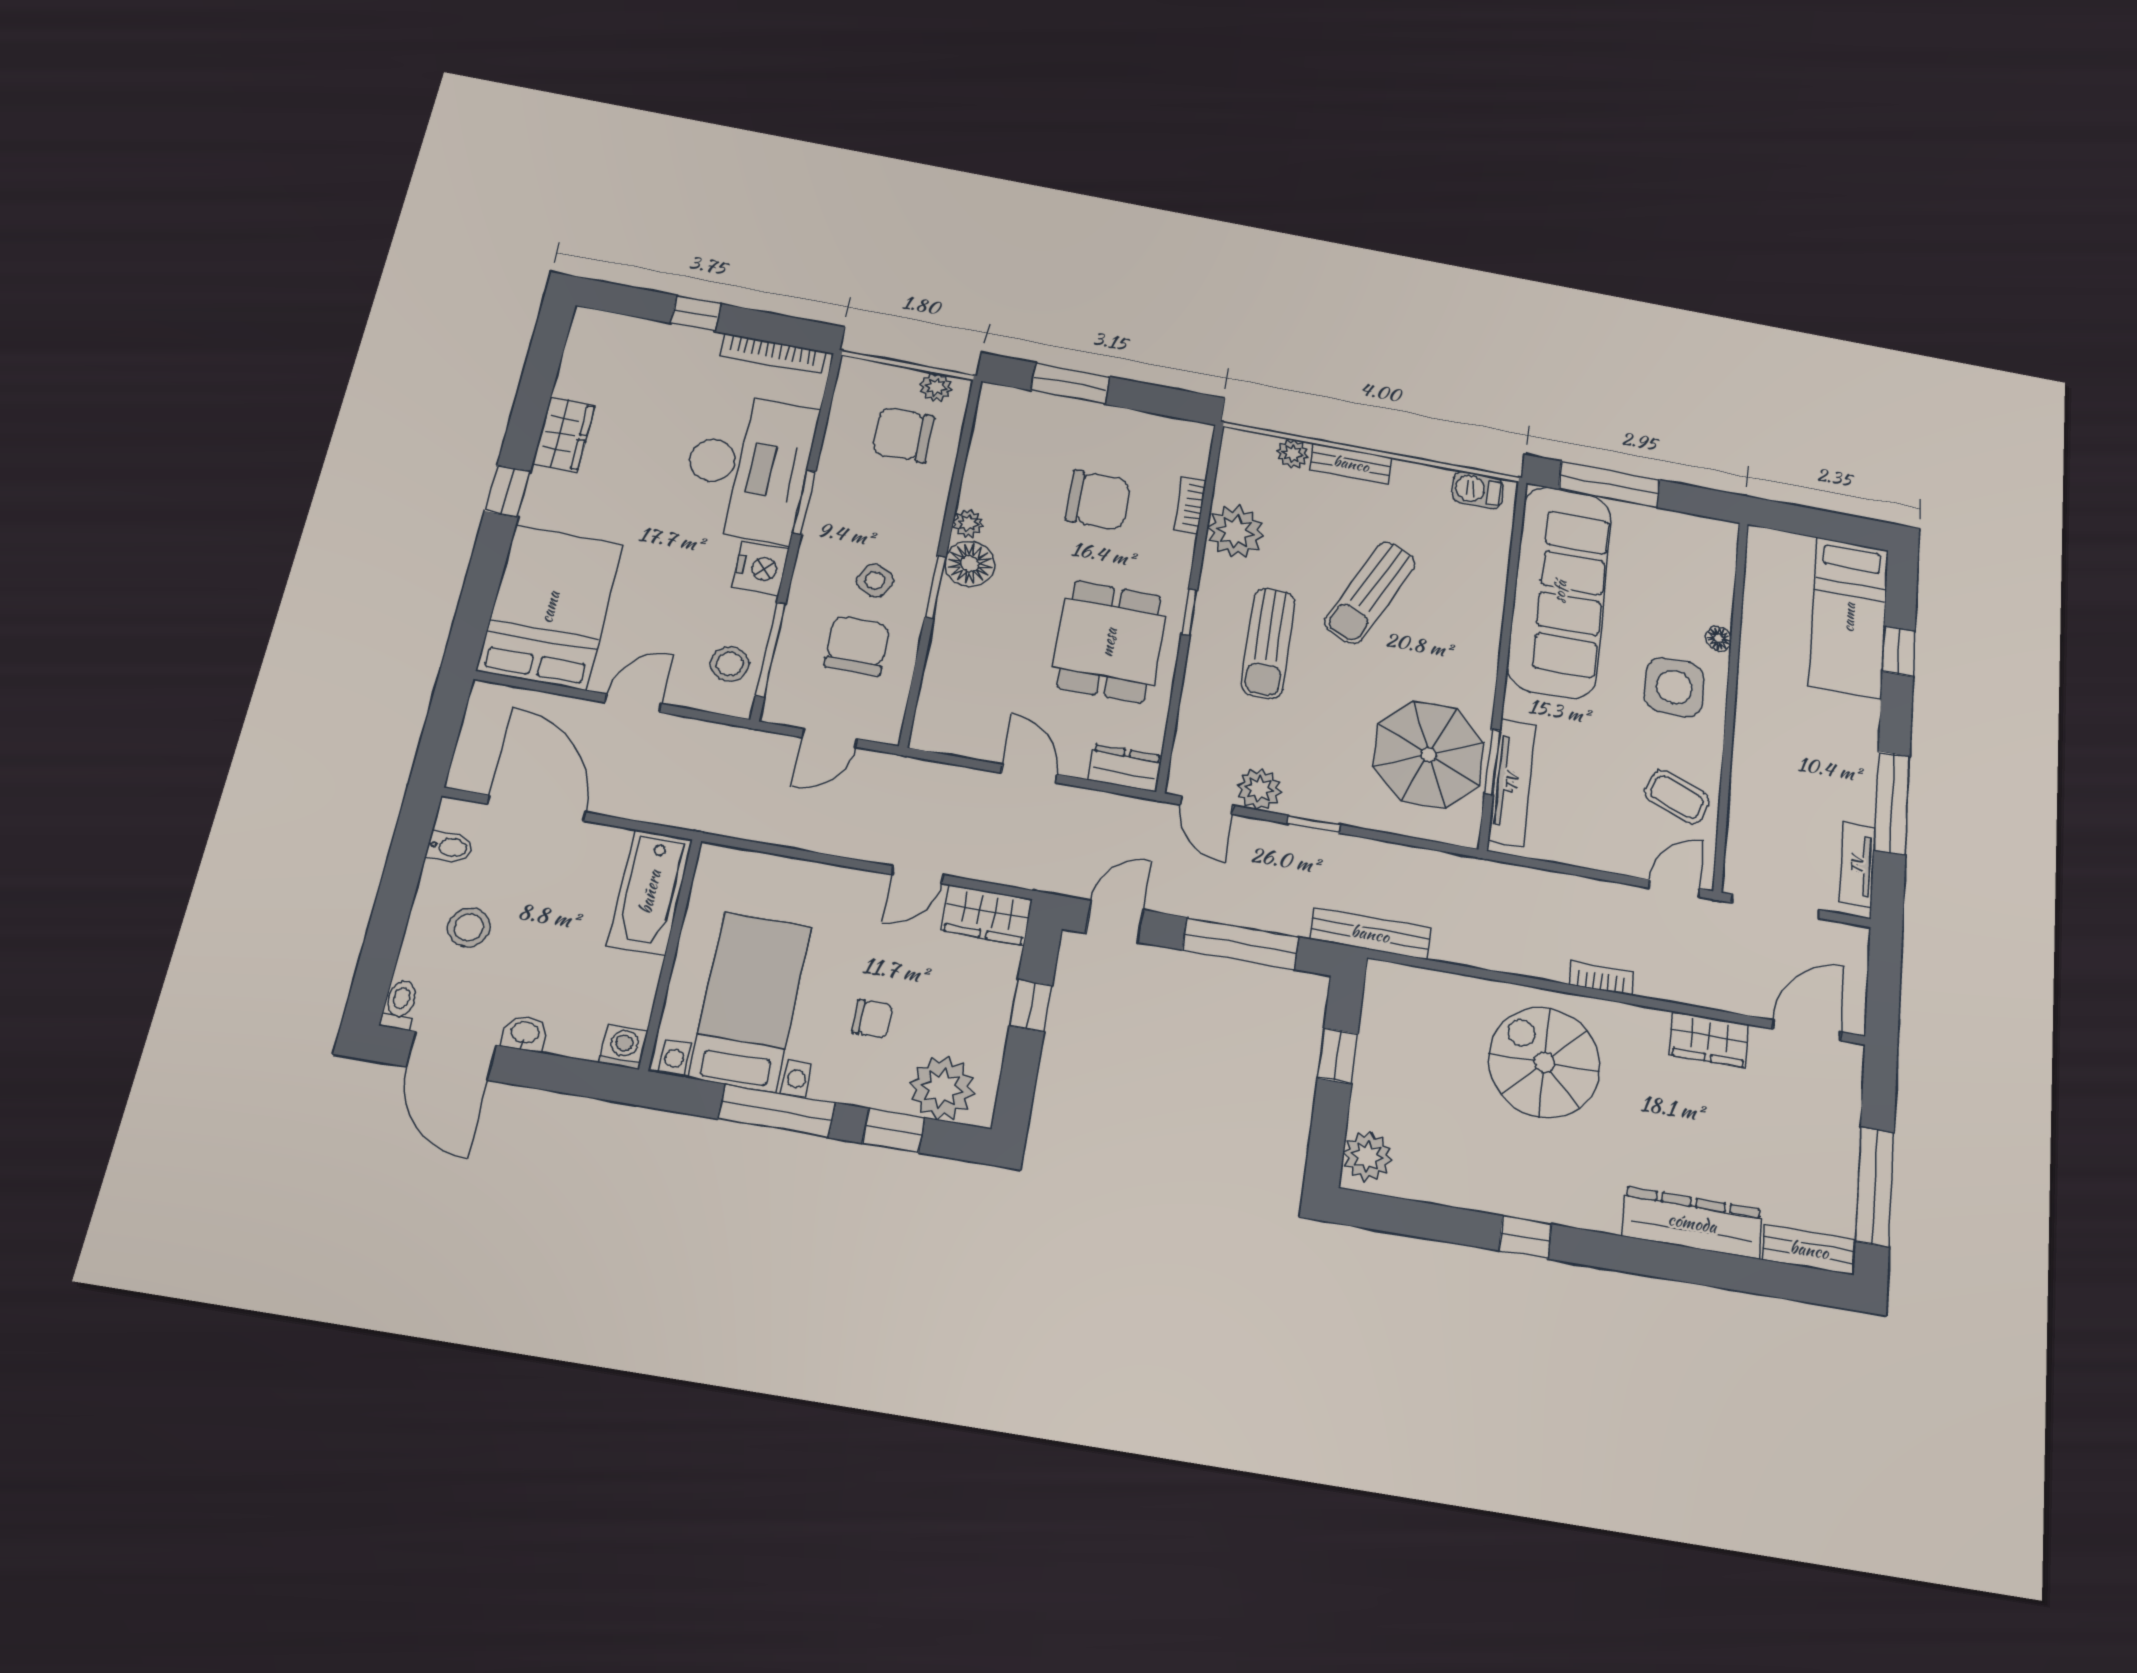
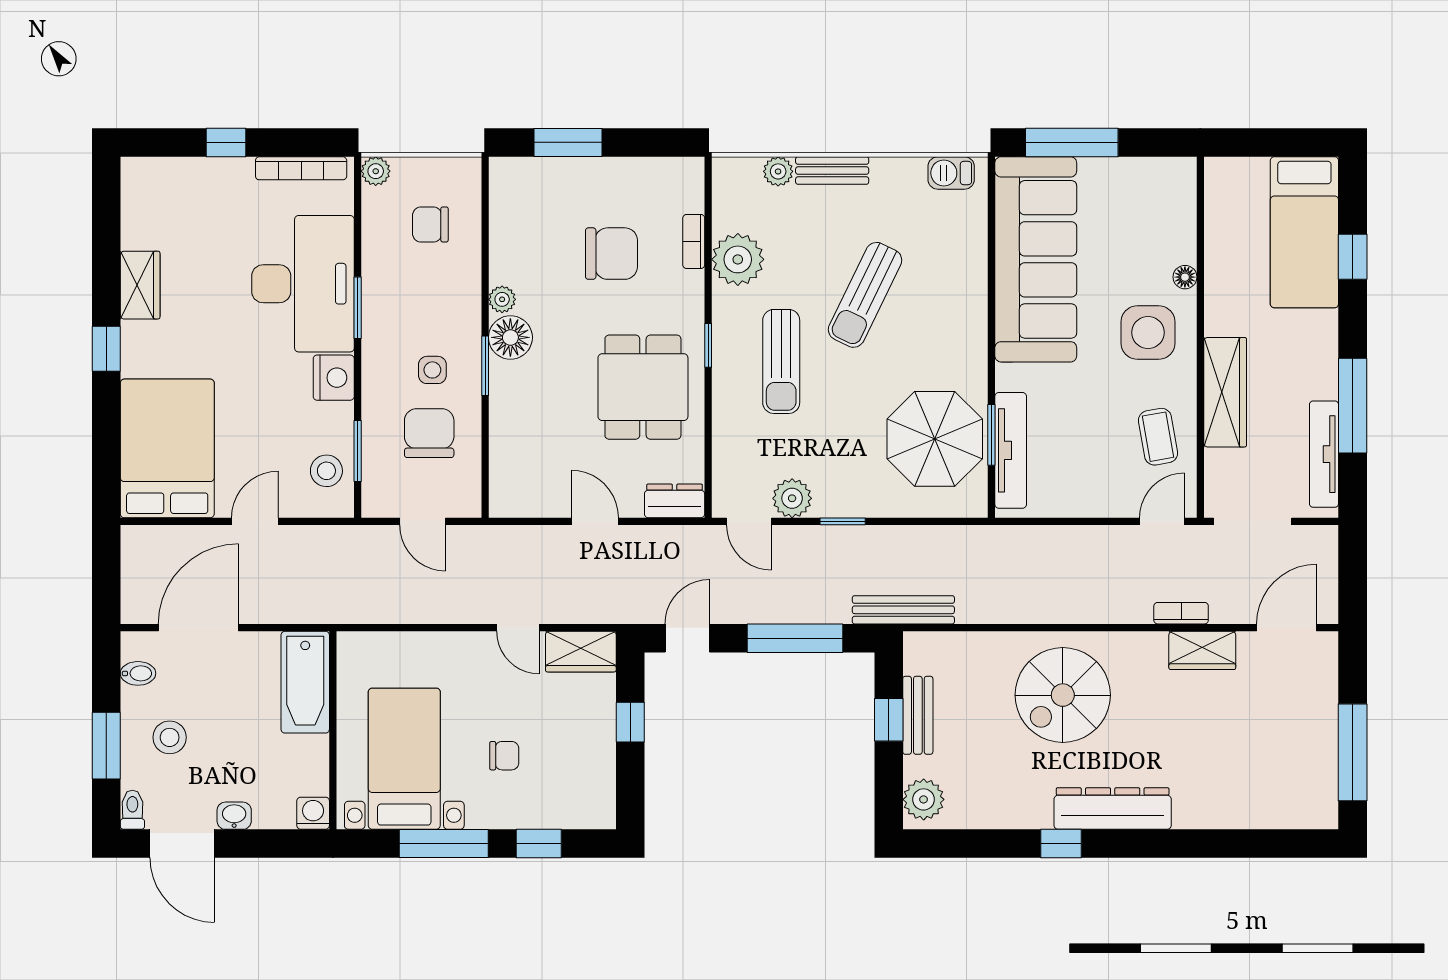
plant: (936, 387) -> (376, 171), moved
chair: (903, 435) -> (430, 224), width x0.73, depth x0.73
side table: (875, 581) -> (432, 370), turned -31
window: (771, 649) -> (358, 451), width x0.69
door: (830, 738) -> (423, 521), hinge flipped
wardrobe: (1754, 764) -> (1225, 392), added
coffee table: (1677, 797) -> (1158, 437), turned 59
door: (537, 808) -> (198, 628), hinge flipped
tv unit: (1857, 865) -> (1324, 454), width x1.41
door: (917, 875) -> (518, 628), hinge flipped
window: (388, 923) -> (106, 746), added
bookcase: (1601, 978) -> (1181, 613), moved
spiral stairs: (1544, 1062) -> (1063, 695), turned -90
plant: (942, 1088) -> (571, 803), removed
dresser: (1692, 1223) -> (1113, 809), moved
bench: (1809, 1250) -> (918, 715), moved, turned 90

